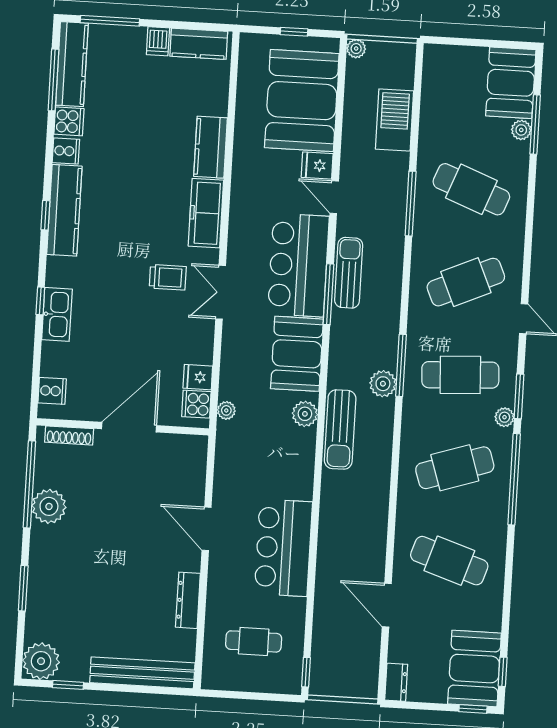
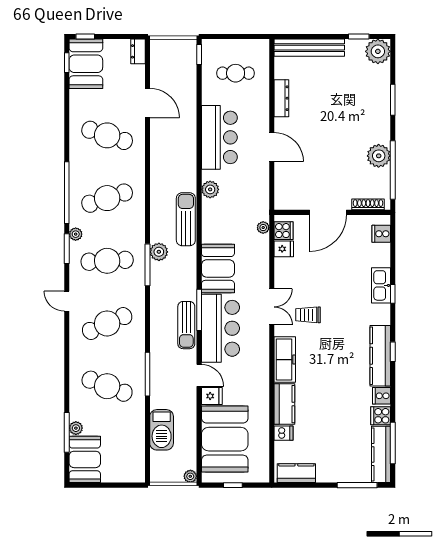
dishwasher: (158, 41) -> (284, 433), moved, turned 90
plant: (305, 414) -> (210, 189), moved

